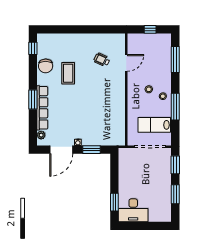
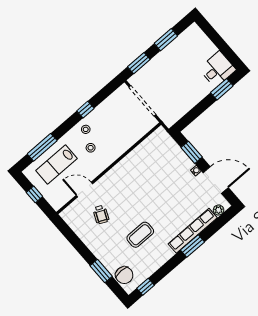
window: (67, 29) -> (101, 271), added
chair: (46, 66) -> (124, 275), moved, turned 90
window: (175, 107) -> (85, 110), width x0.46
lab bench: (154, 125) -> (56, 164), moved, turned 90
desk: (133, 210) -> (217, 69), width x0.73

